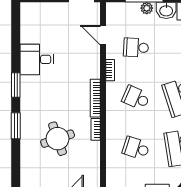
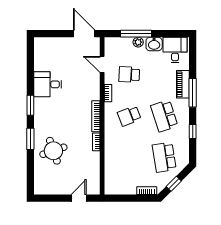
school desk: (136, 98) -> (129, 116), turned -45
round table: (58, 139) -> (53, 151), moved
school desk: (136, 148) -> (129, 157), removed

